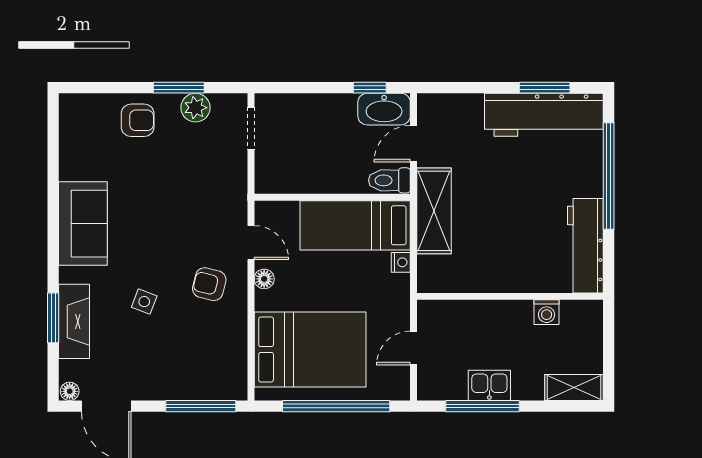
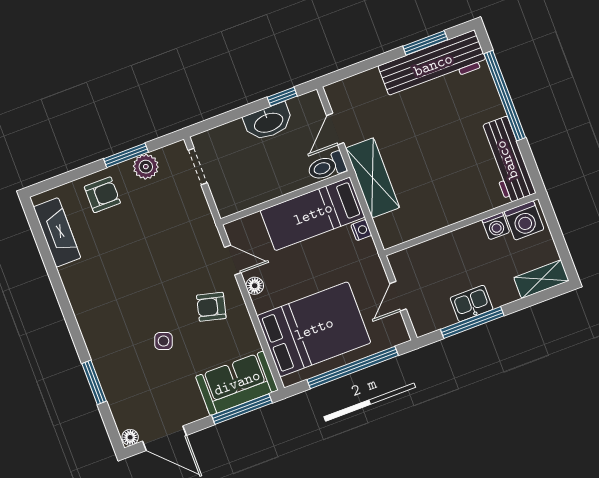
washbasin: (384, 109) -> (268, 122), moved
sofa: (83, 224) -> (237, 383), moved, turned -90
washing machine: (579, 318) -> (524, 220), added
fireplace: (74, 321) -> (57, 232), moved

